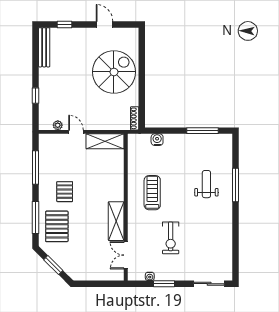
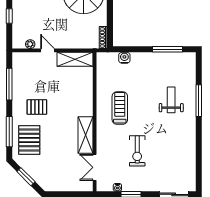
pallet: (65, 192) -> (37, 107), turned 90

